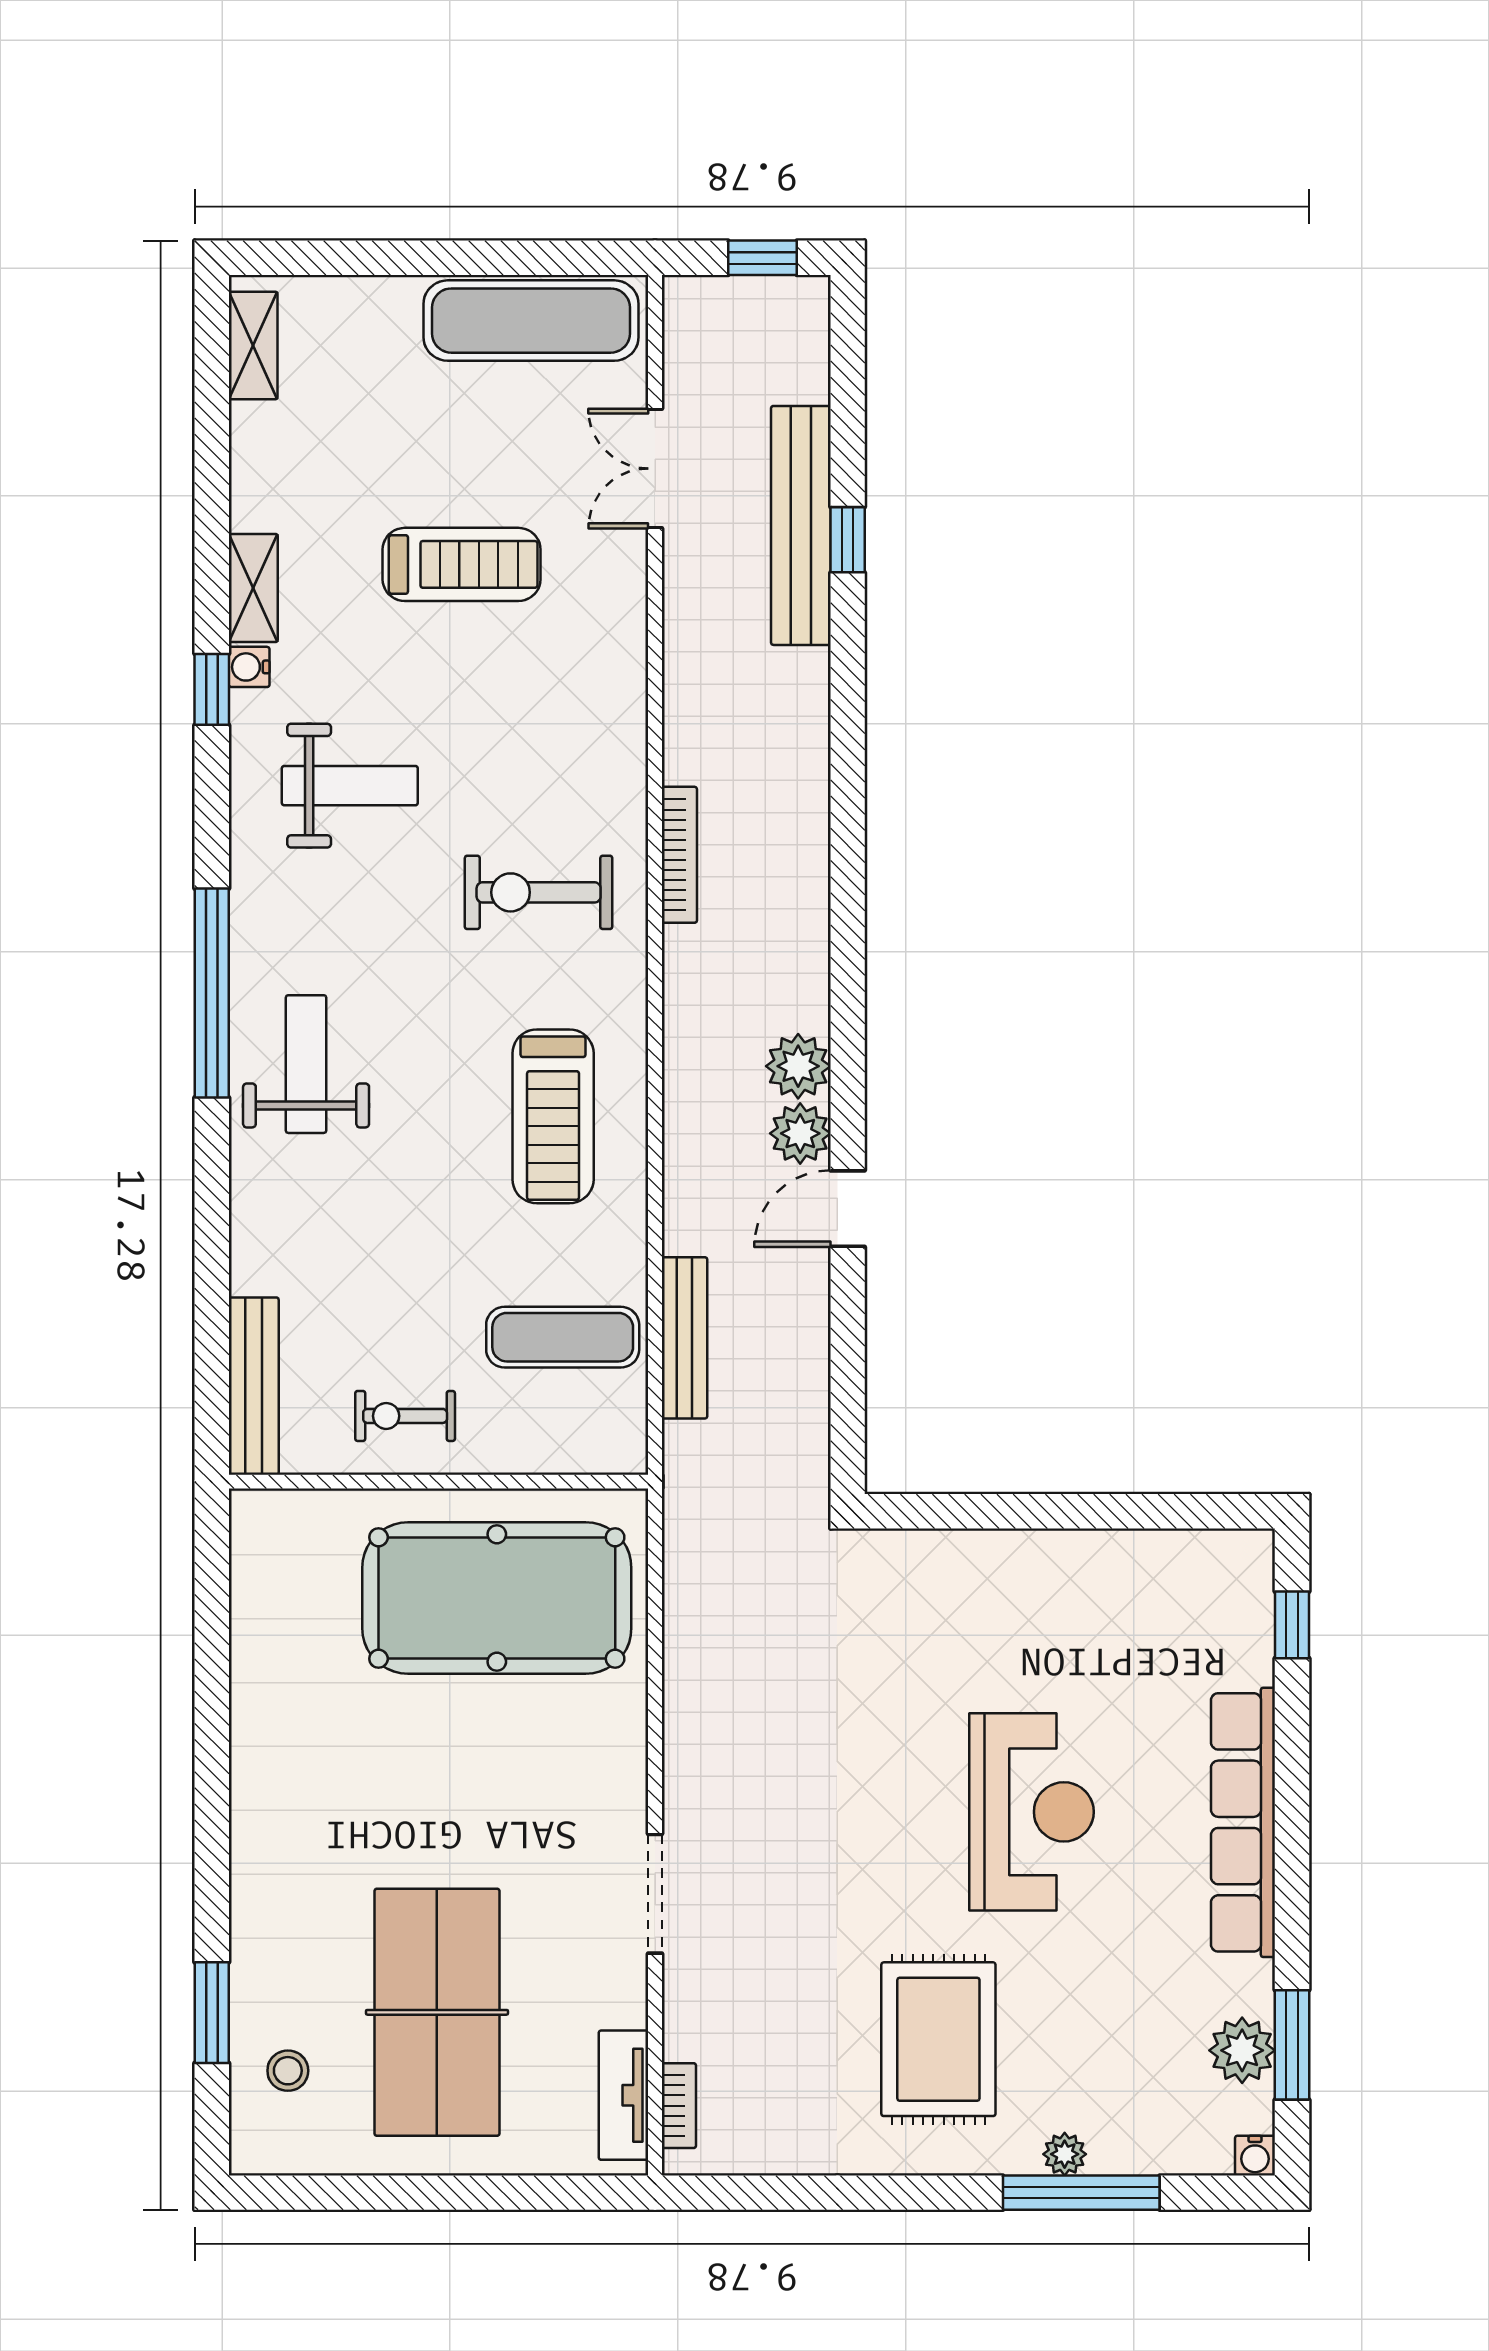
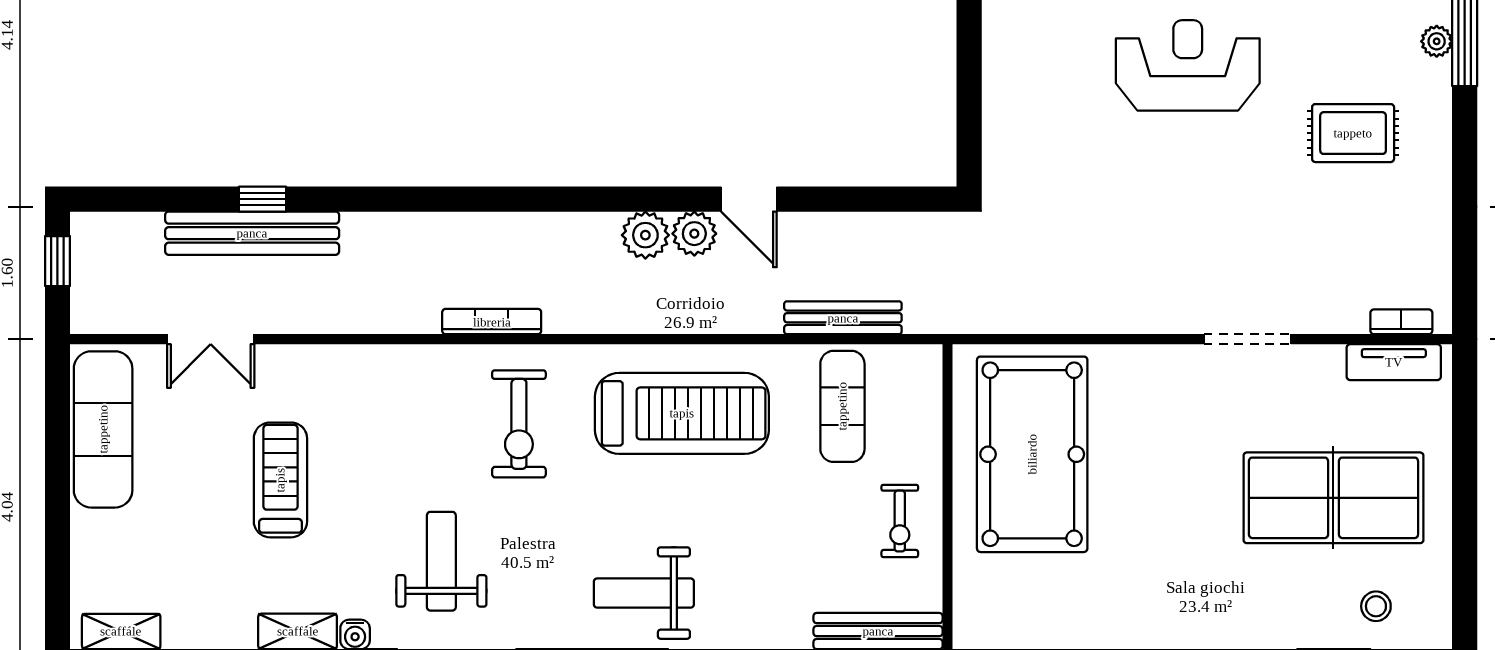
treadmill: (553, 1116) -> (682, 413), width x1.37, depth x1.38
rug: (938, 2039) -> (1353, 133), width x0.73, depth x0.70

